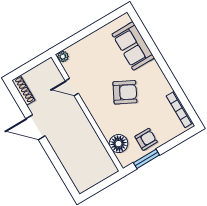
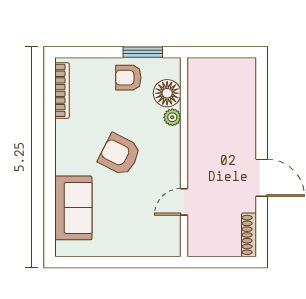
plant: (63, 57) -> (172, 117), moved
door: (72, 87) -> (184, 202), swing flipped

